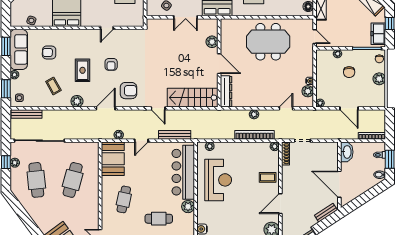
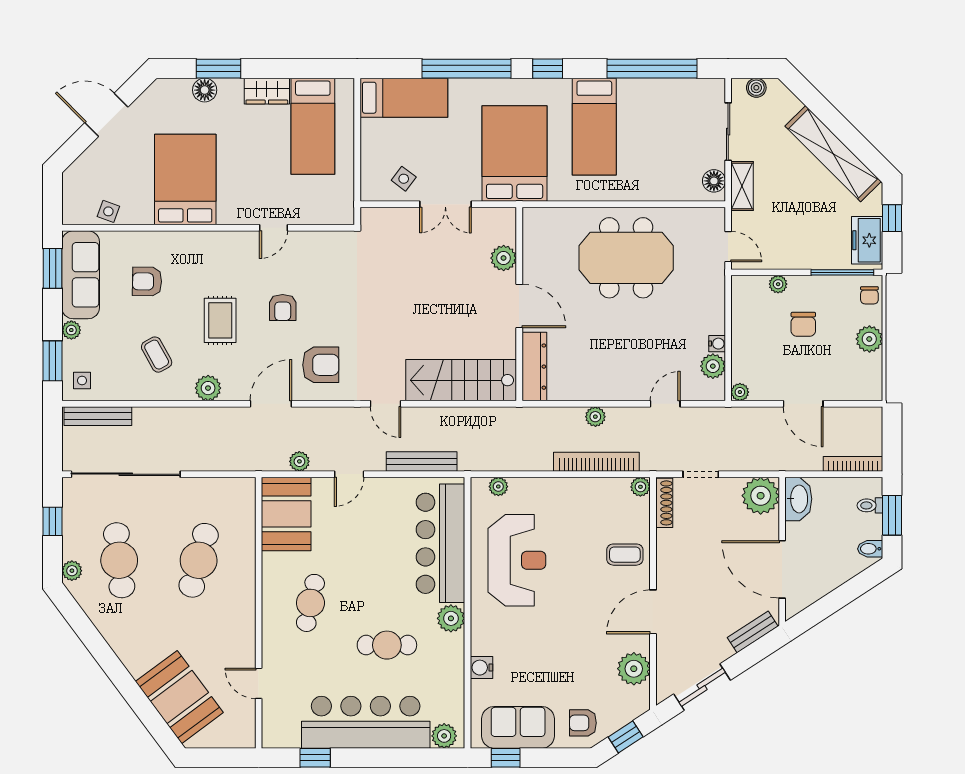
plant: (330, 150) -> (761, 496), added
plant: (15, 163) -> (72, 571), moved

